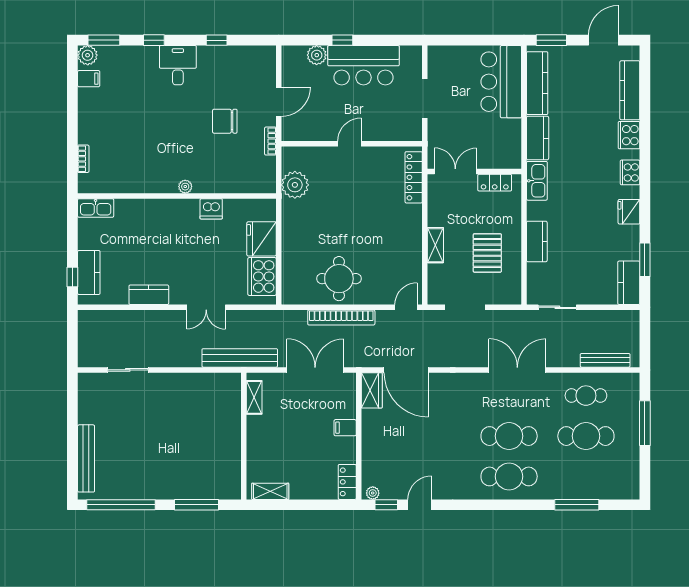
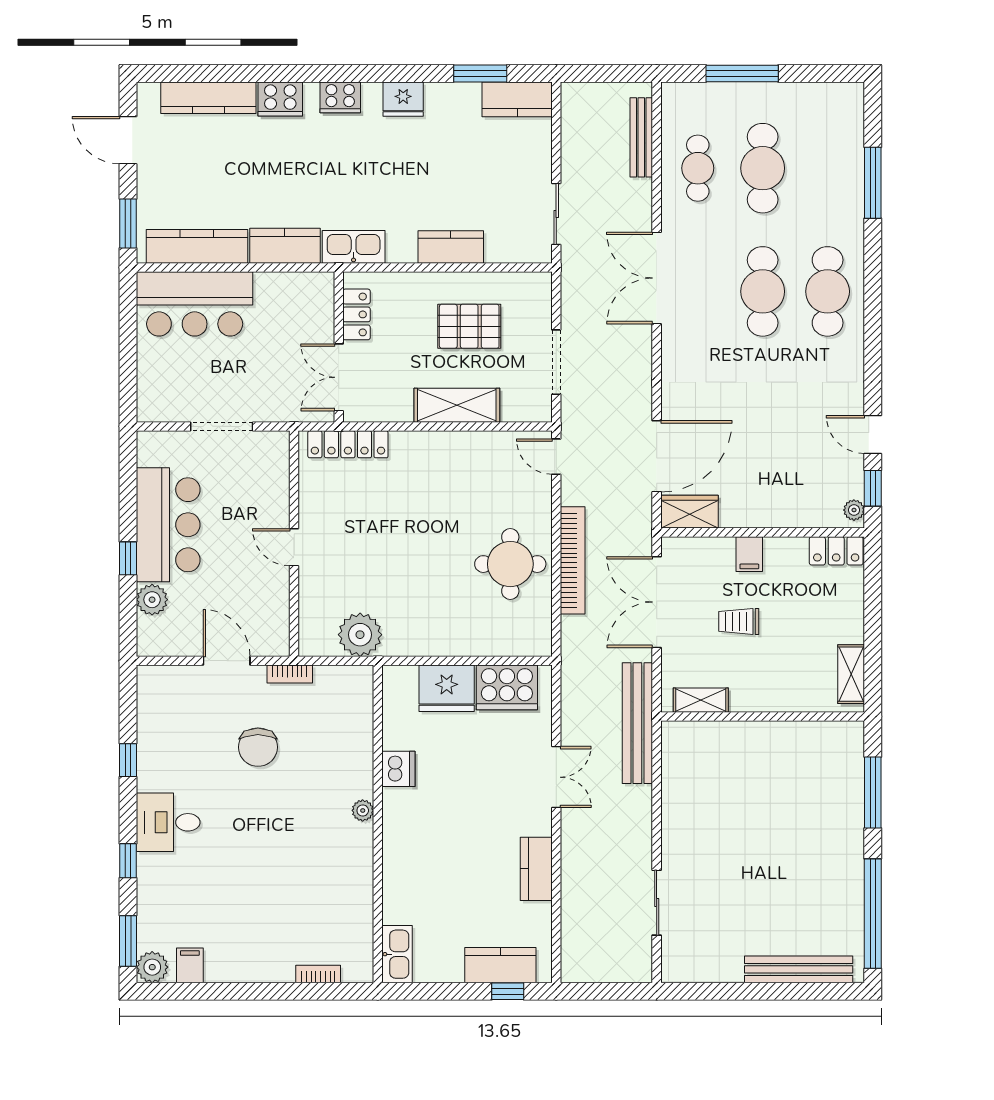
shelving: (435, 245) -> (457, 405), width x1.50, depth x1.33
trolley: (303, 421) -> (739, 621), added

